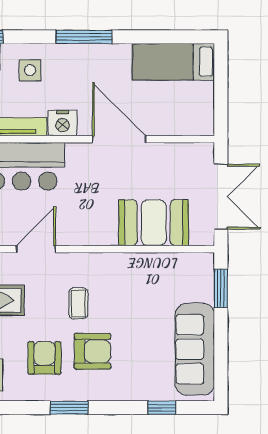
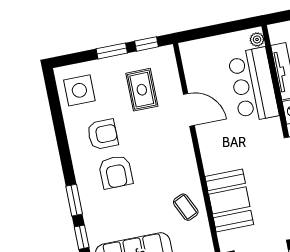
coffee table: (78, 303) -> (186, 207), moved, turned 65
window: (69, 408) -> (74, 200), moved

